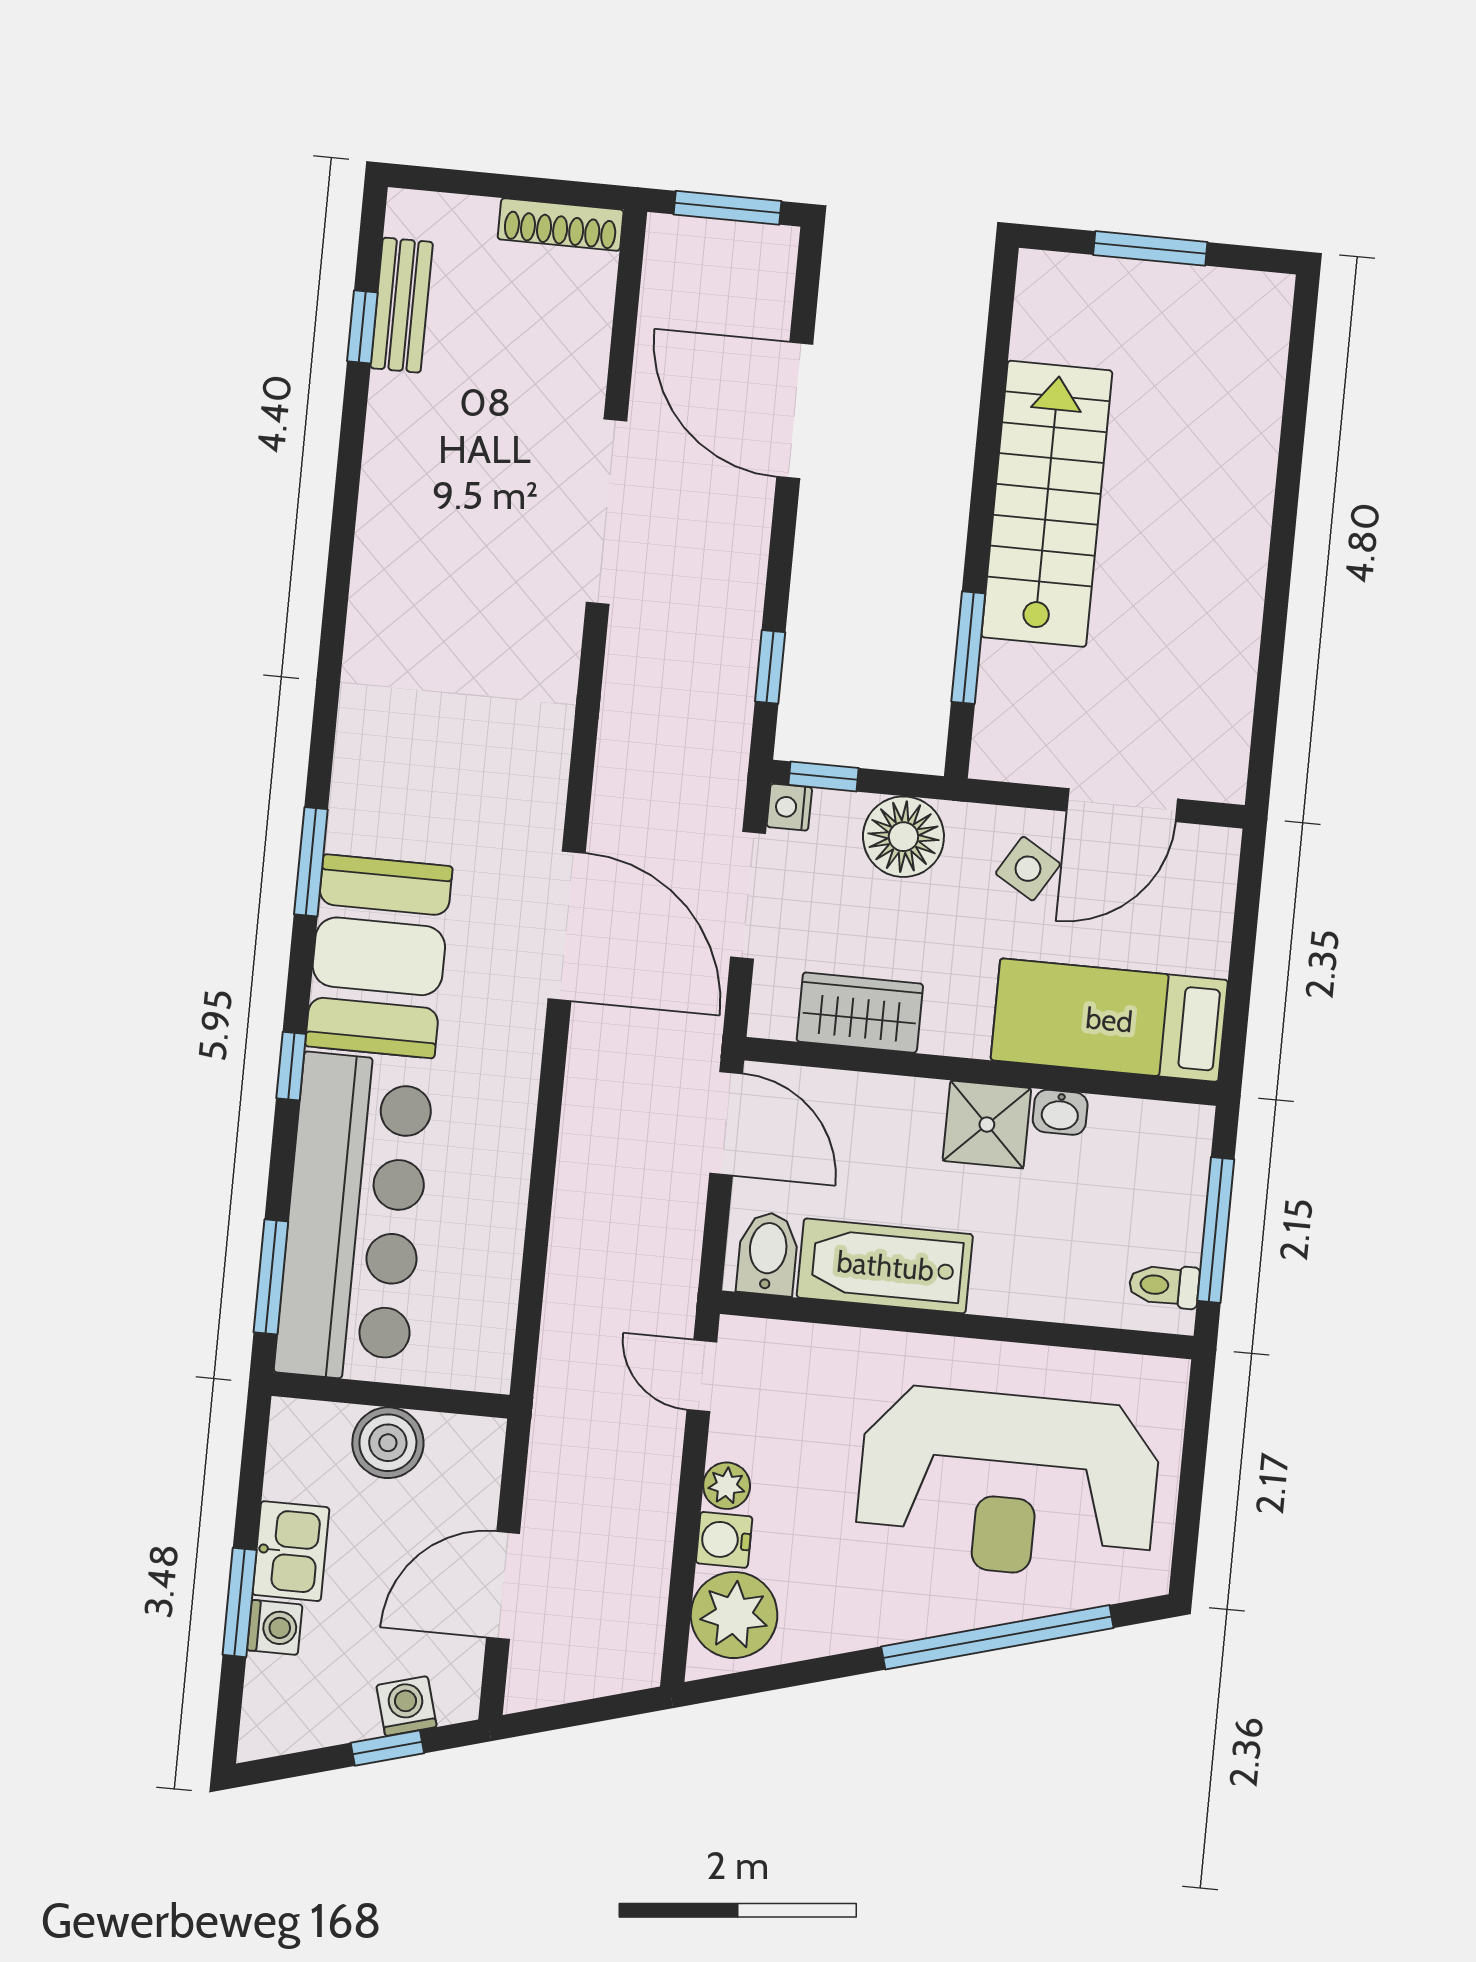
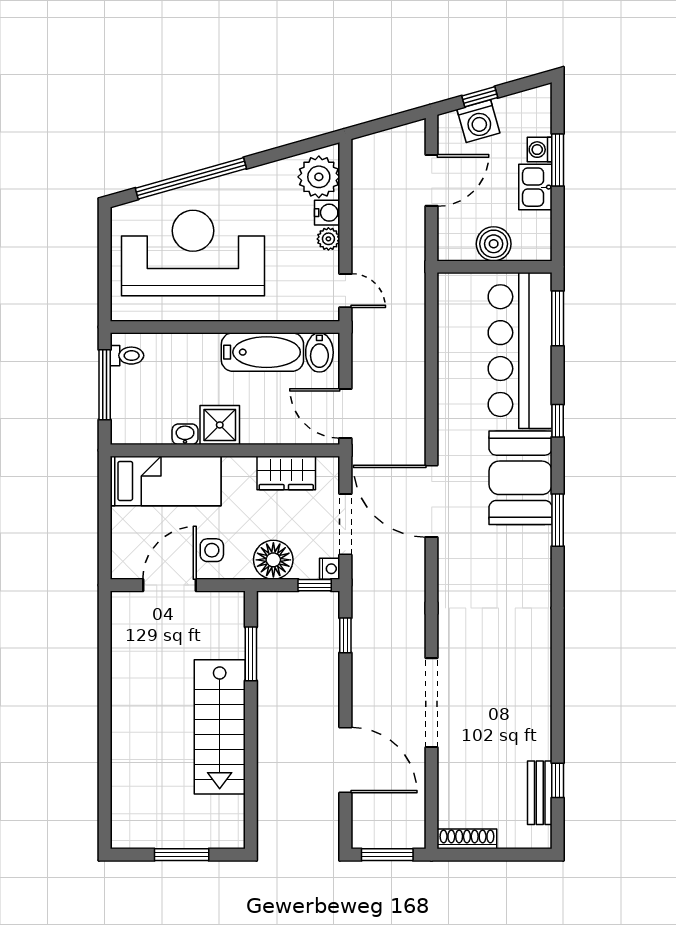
side table: (1028, 869) -> (212, 550), turned -31
washing machine: (406, 1706) -> (478, 121), width x1.38, depth x1.38

